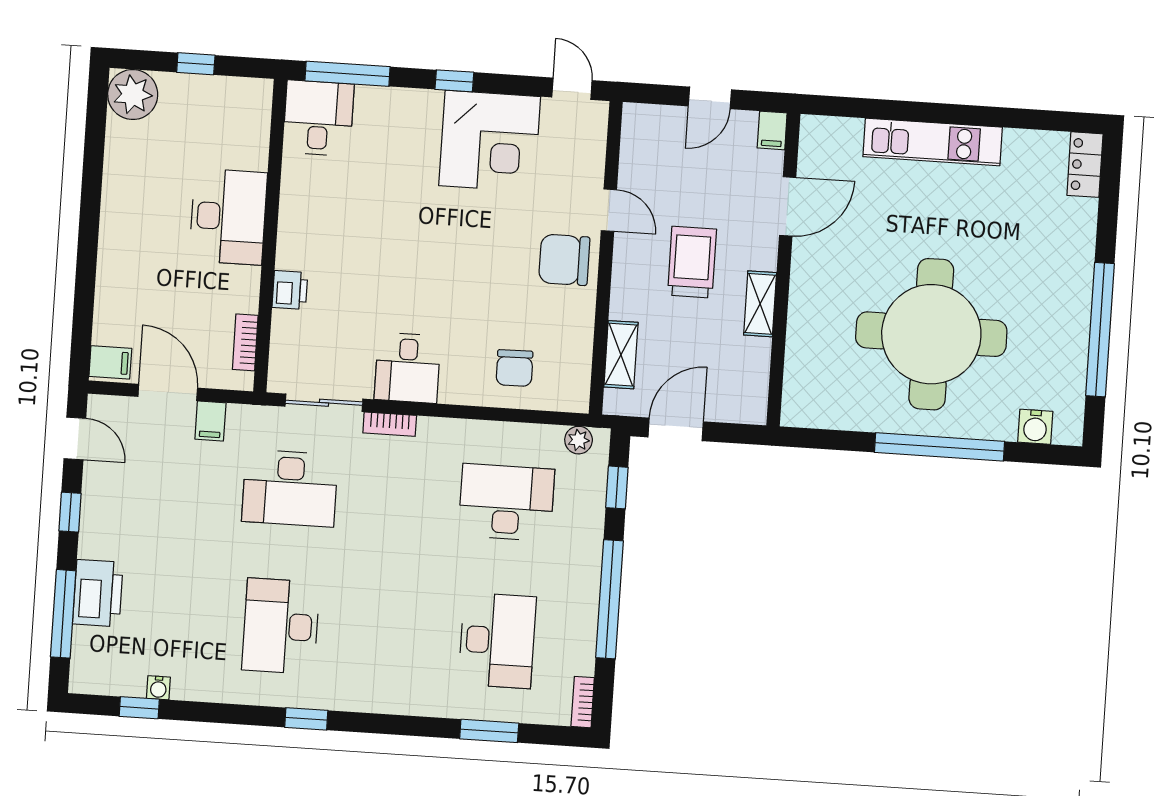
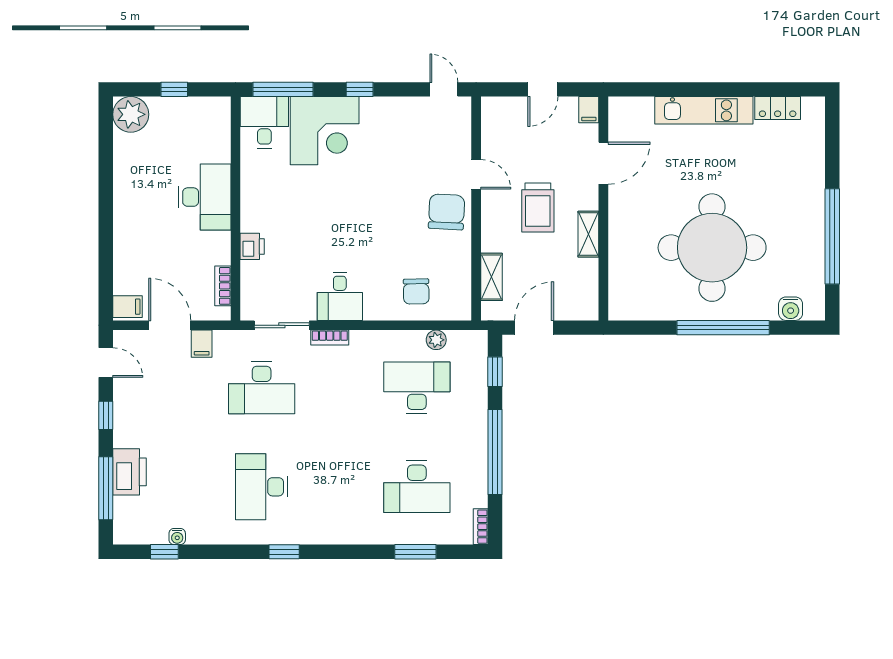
corner desk: (490, 141) -> (325, 131), moved
locker: (1085, 165) -> (778, 108), moved, turned -90
chair: (564, 260) -> (447, 212), turned 93
trolley: (692, 262) -> (538, 207), turned 180
plant: (579, 440) -> (436, 340), moved
desk: (497, 641) -> (417, 487), turned 90

